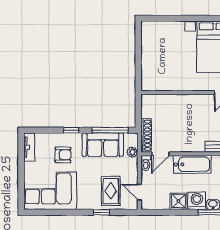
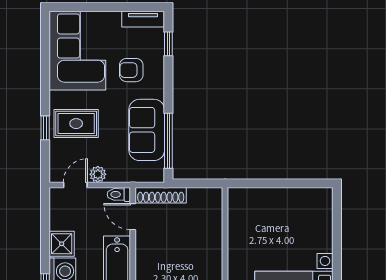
window: (71, 130) -> (168, 44), moved
plant: (132, 152) -> (98, 174), moved
armchair: (63, 155) -> (131, 70), turned 90
rug: (111, 191) -> (76, 124), moved

